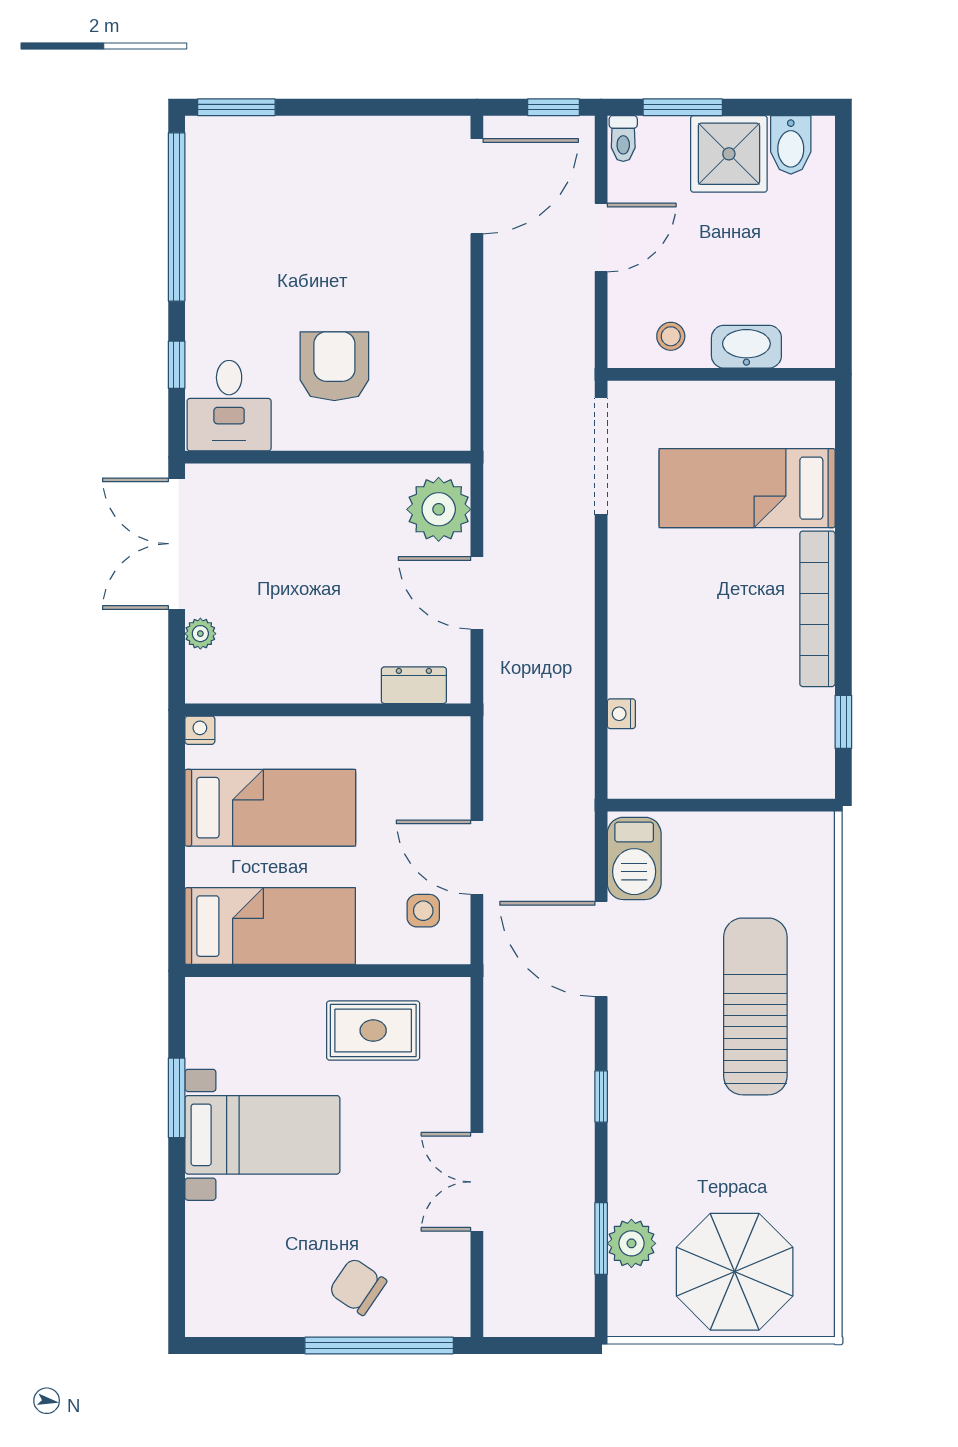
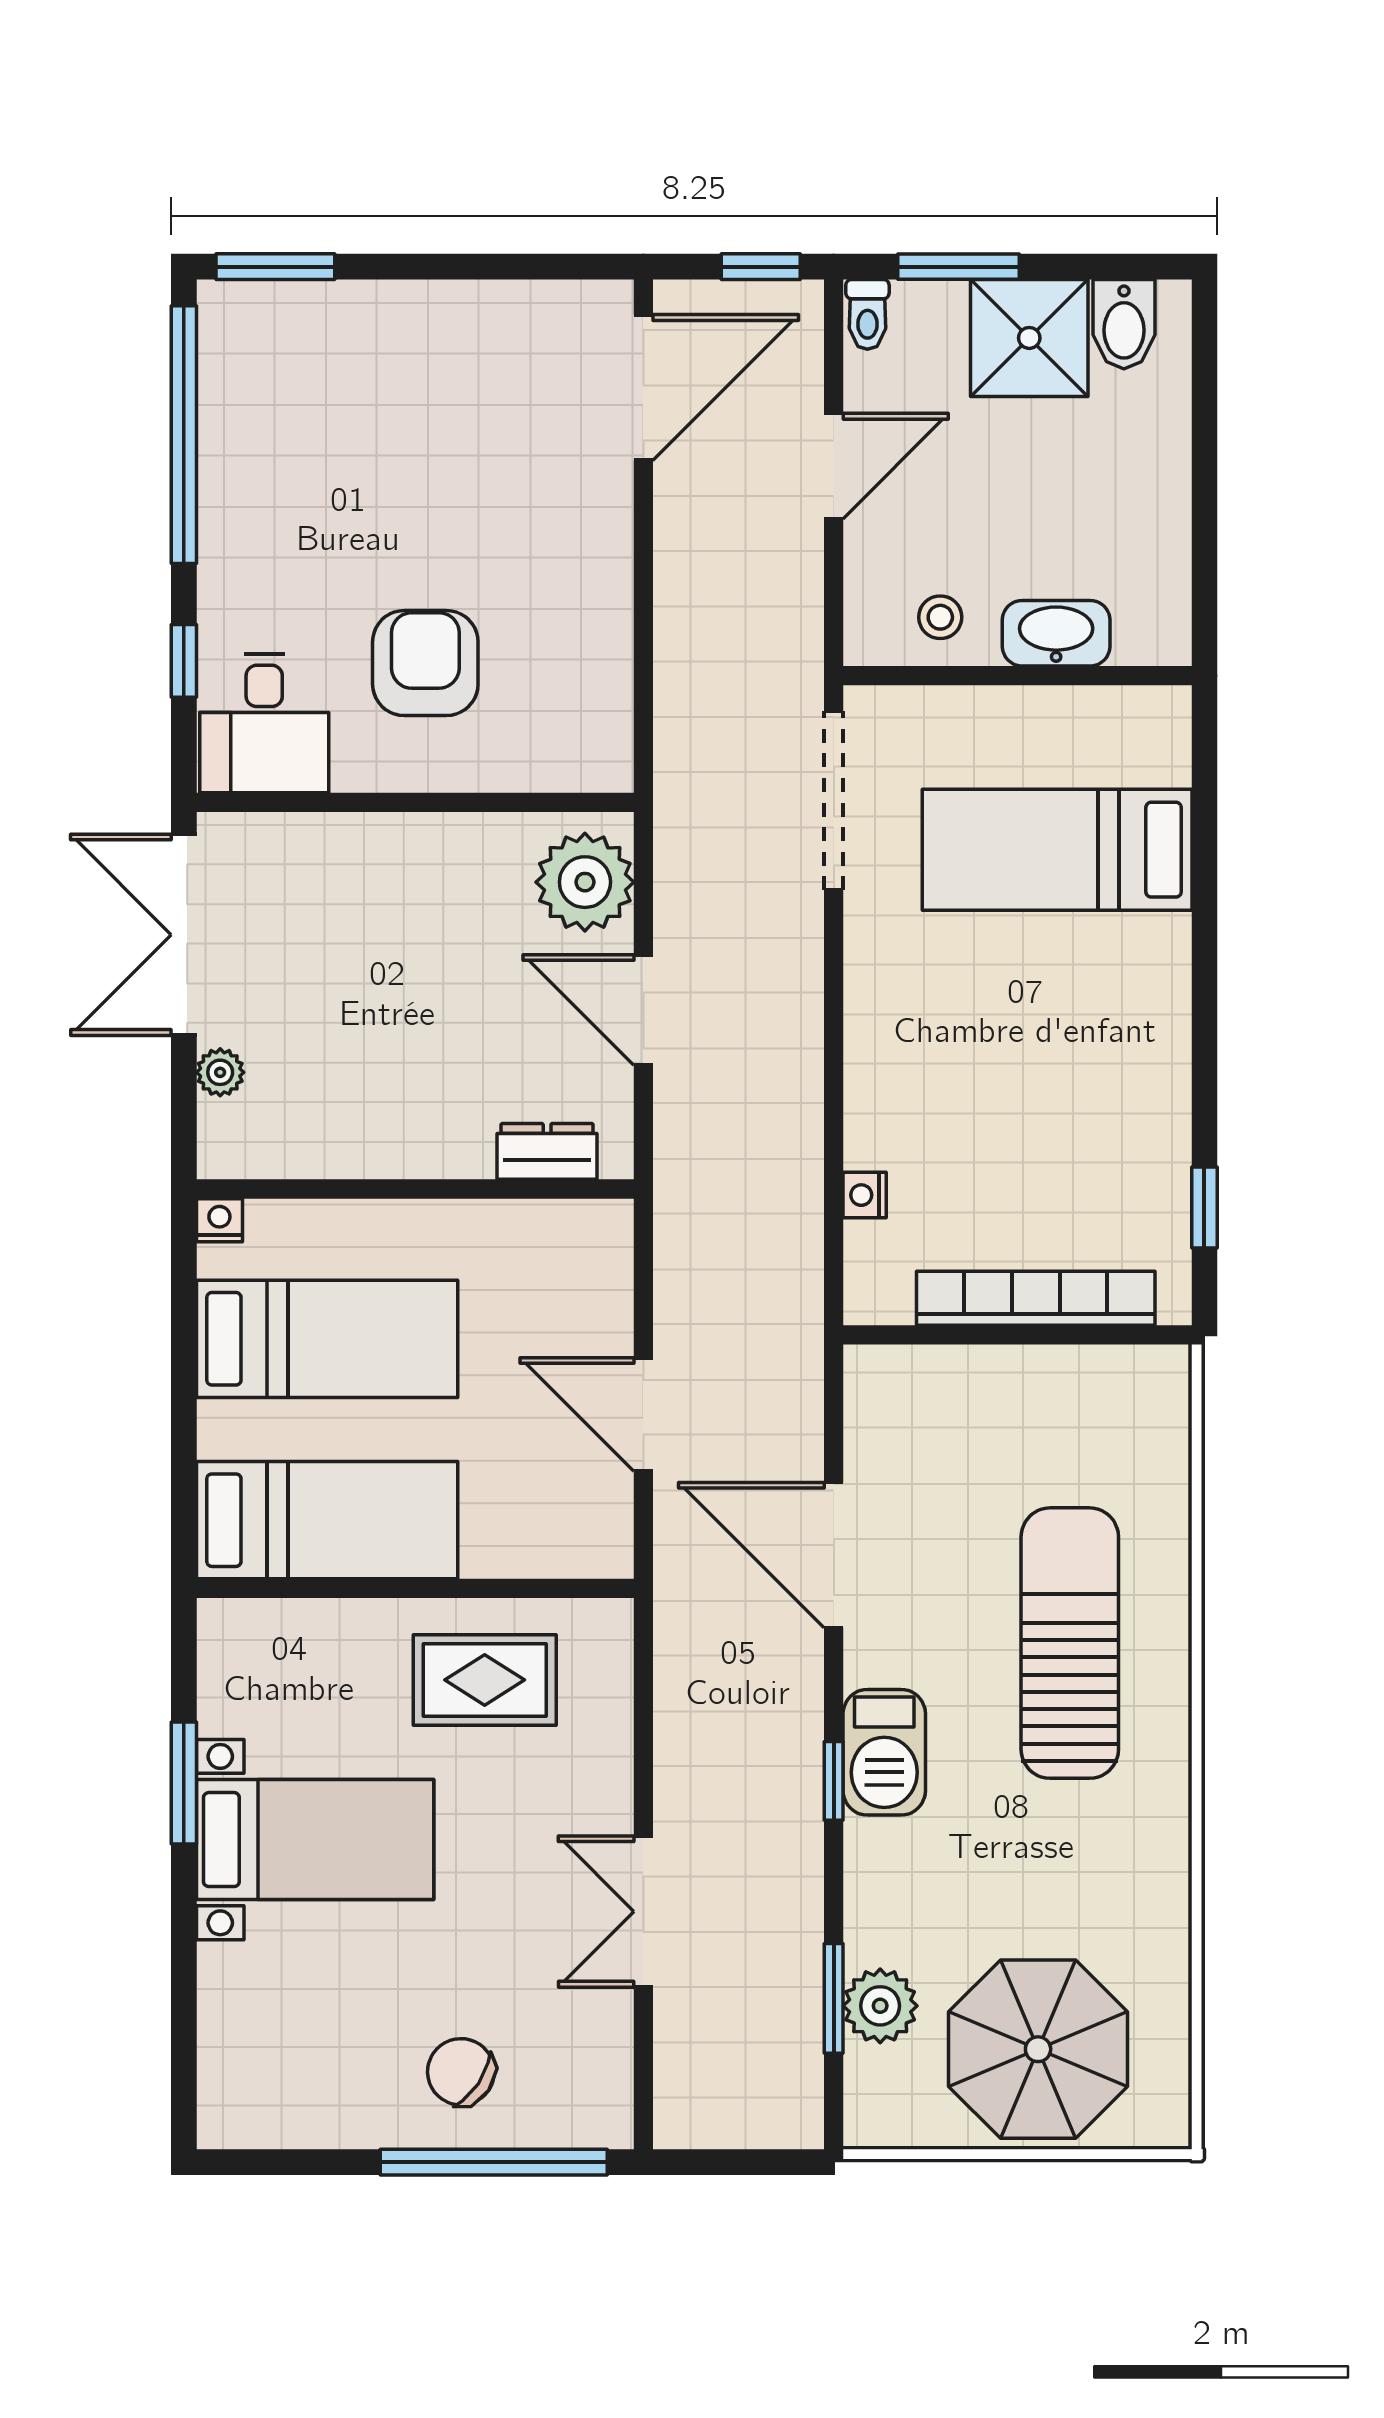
bookcase: (817, 609) -> (1036, 1298), moved, turned 90
barbecue: (634, 858) -> (884, 1752), moved
side table: (423, 911) -> (561, 1497), removed

